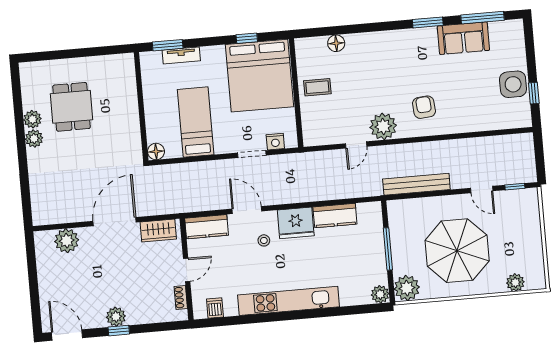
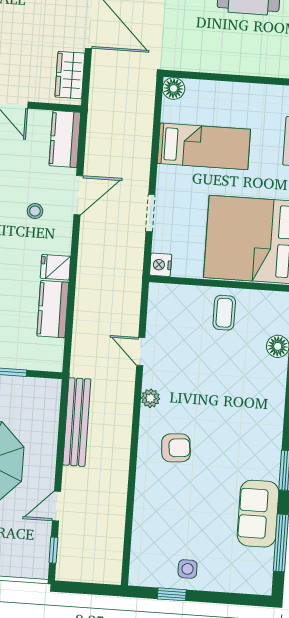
side table: (513, 84) -> (188, 569), width x0.54, depth x0.54
plant: (383, 126) -> (150, 398), width x0.53, depth x0.53
nightstand: (275, 142) -> (161, 265), moved
fridge: (296, 223) -> (55, 267), width x0.53, depth x0.75

